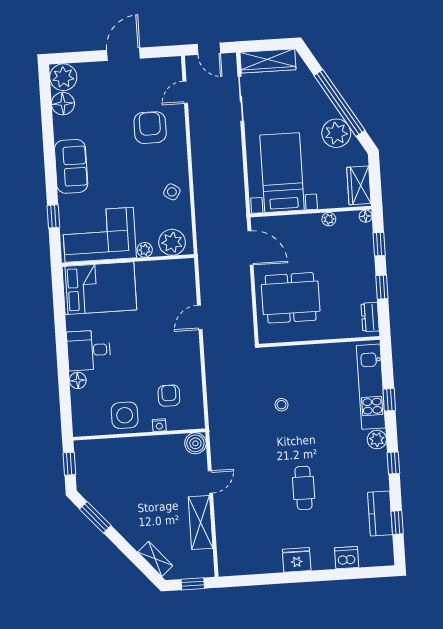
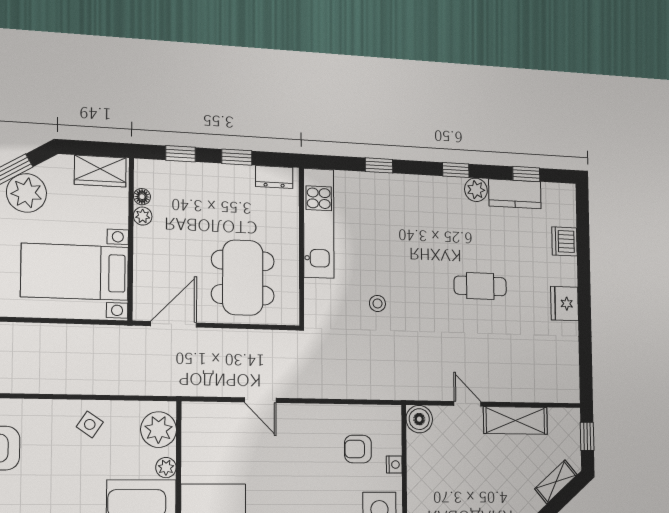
floor lamp: (366, 216) -> (142, 197), moved
kitchen unit: (371, 387) -> (319, 223), moved, turned -90
plant: (377, 440) -> (476, 190), moved

